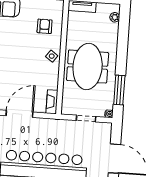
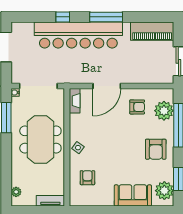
armchair: (45, 26) -> (87, 178), turned 180
doorway: (86, 119) -> (38, 86), width x1.88

